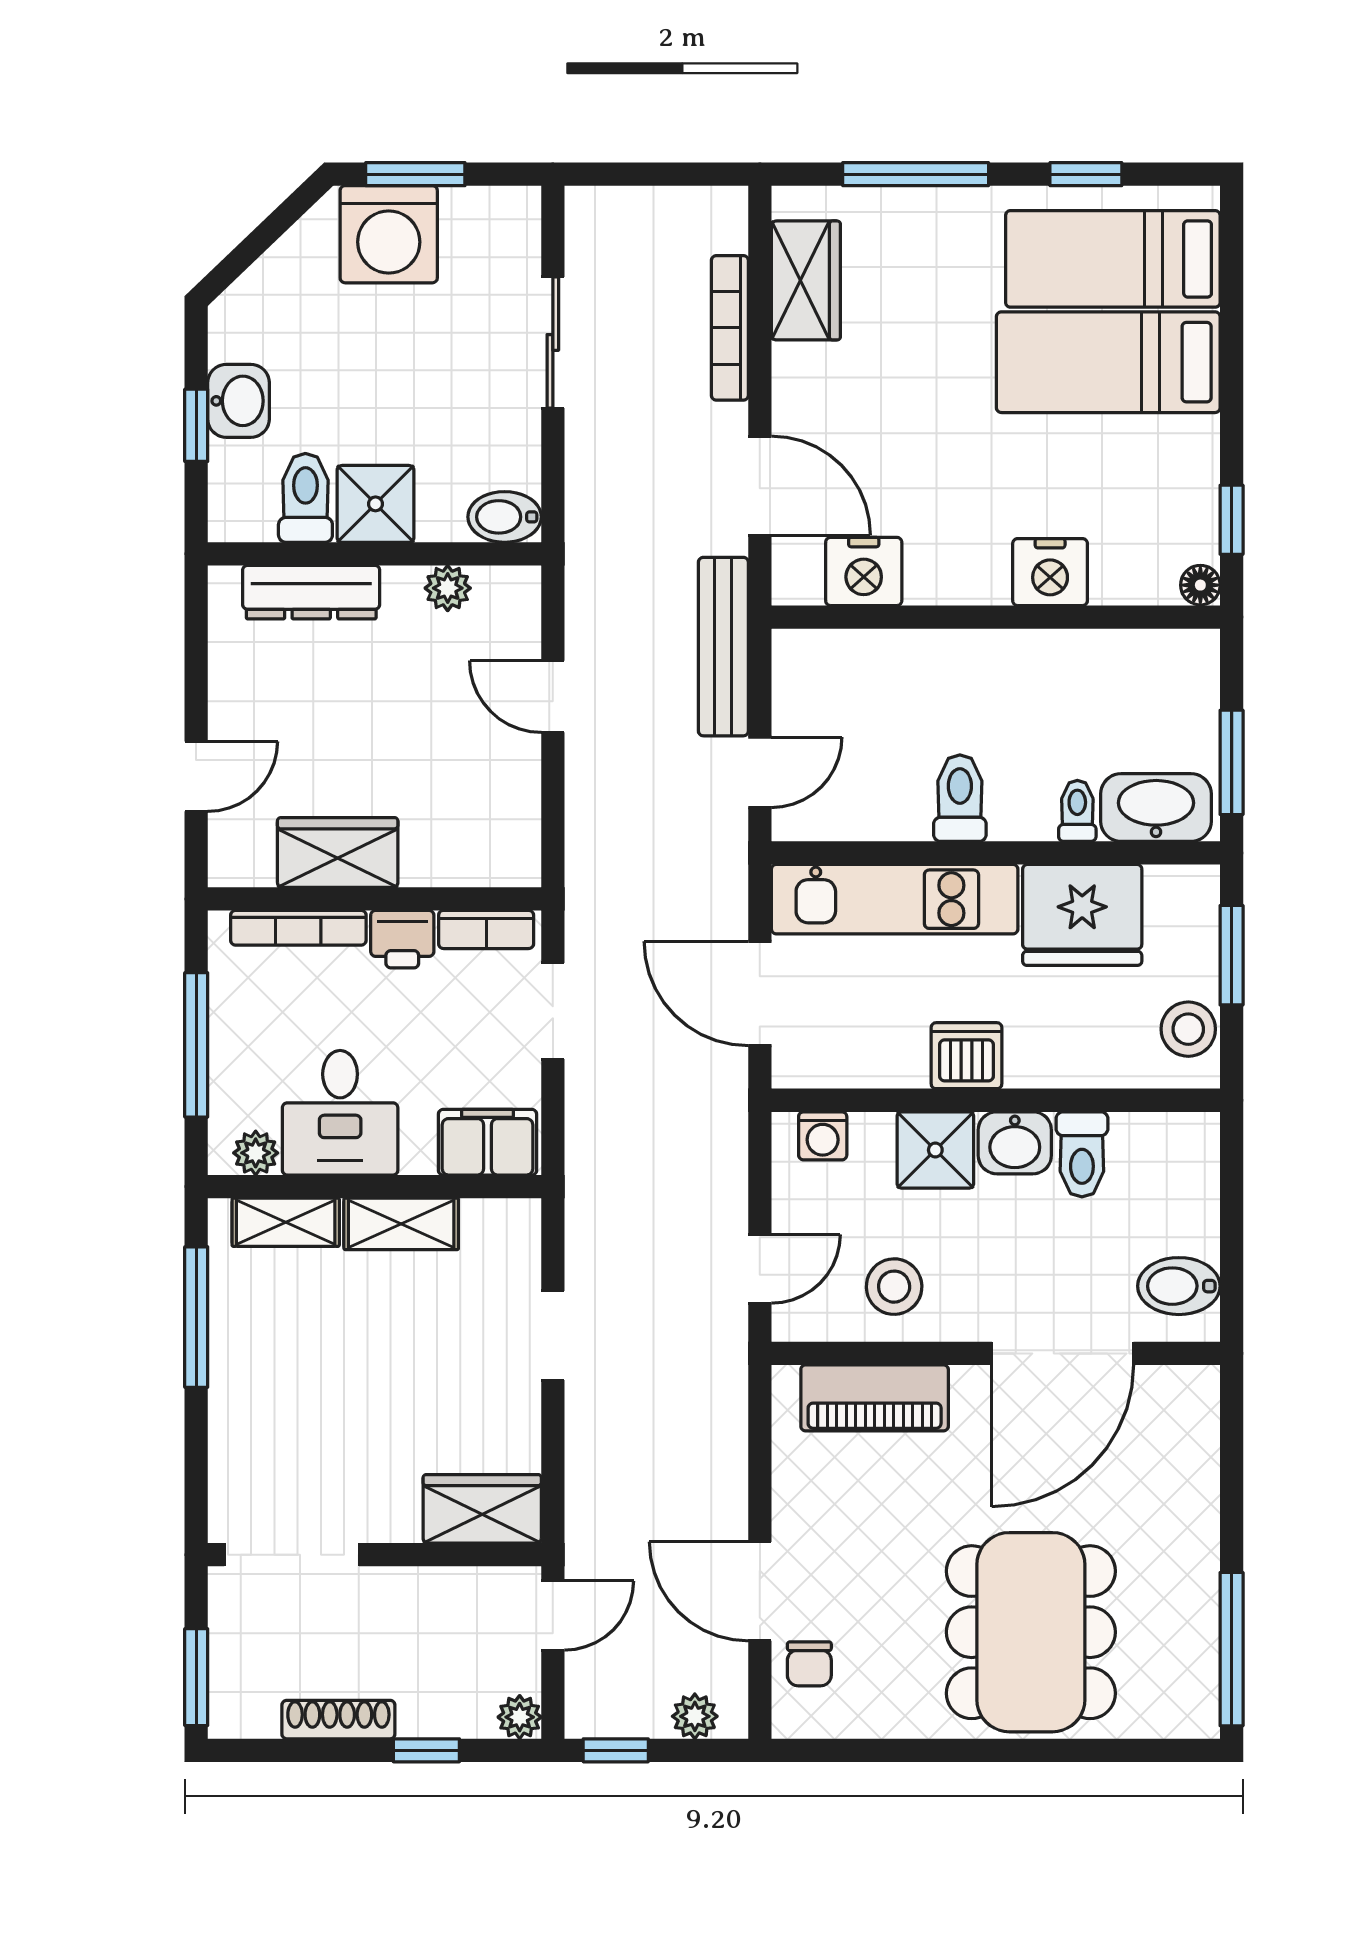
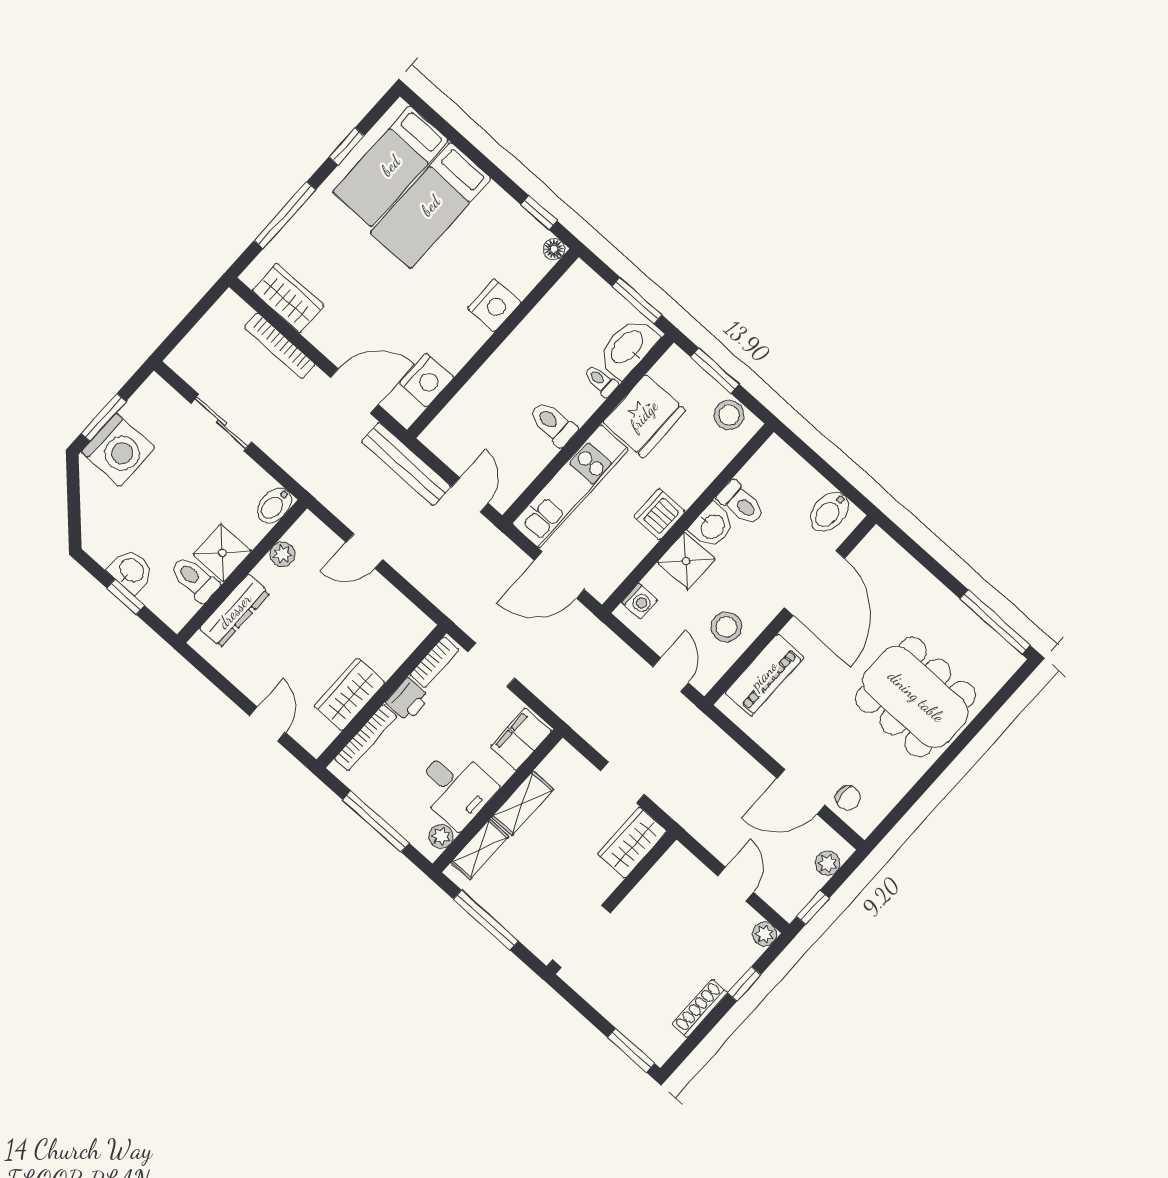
wardrobe: (482, 1509) -> (632, 843), moved
doorway: (292, 1555) -> (582, 936), moved
wall: (374, 1555) -> (612, 903), moved

